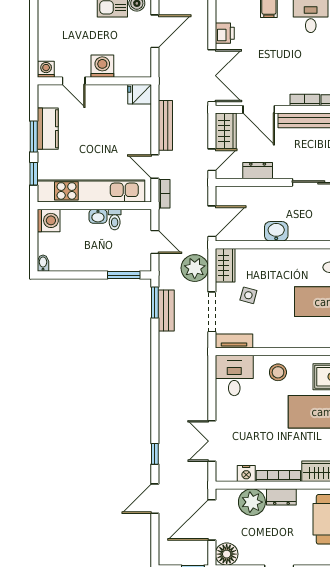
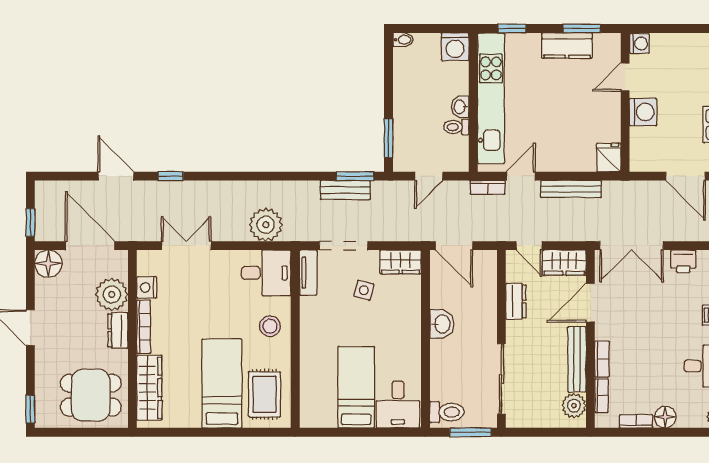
window: (34, 136) -> (582, 29), moved
plant: (195, 268) -> (266, 225), moved

